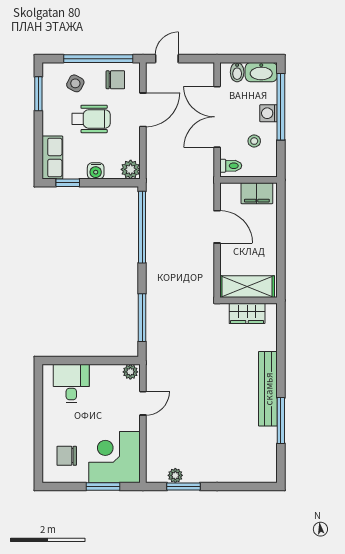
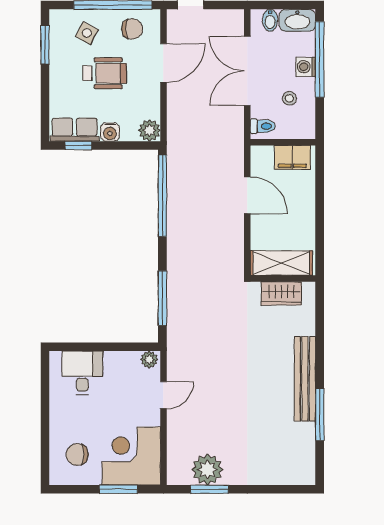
row of seats: (52, 157) -> (75, 130), moved, turned -90
plant: (175, 475) -> (207, 470), width x1.87, depth x1.87

